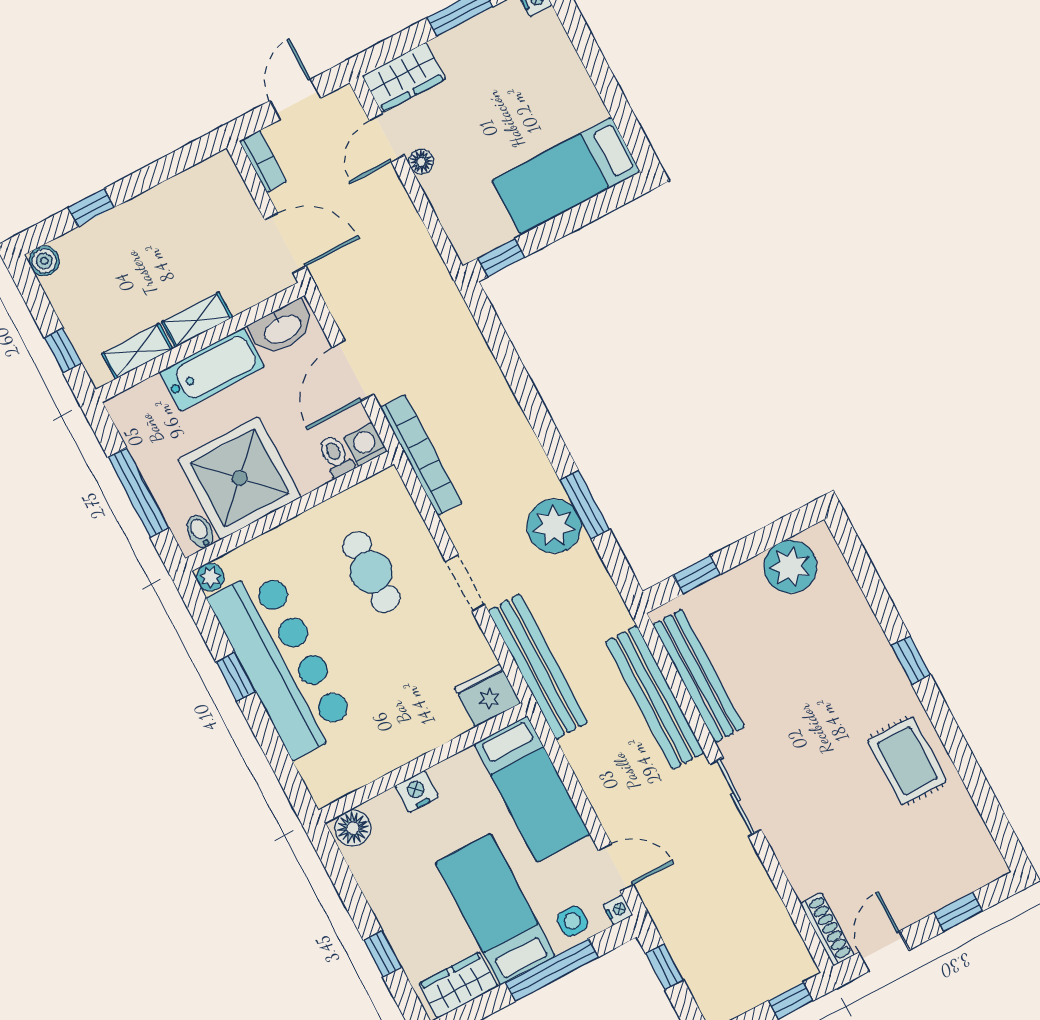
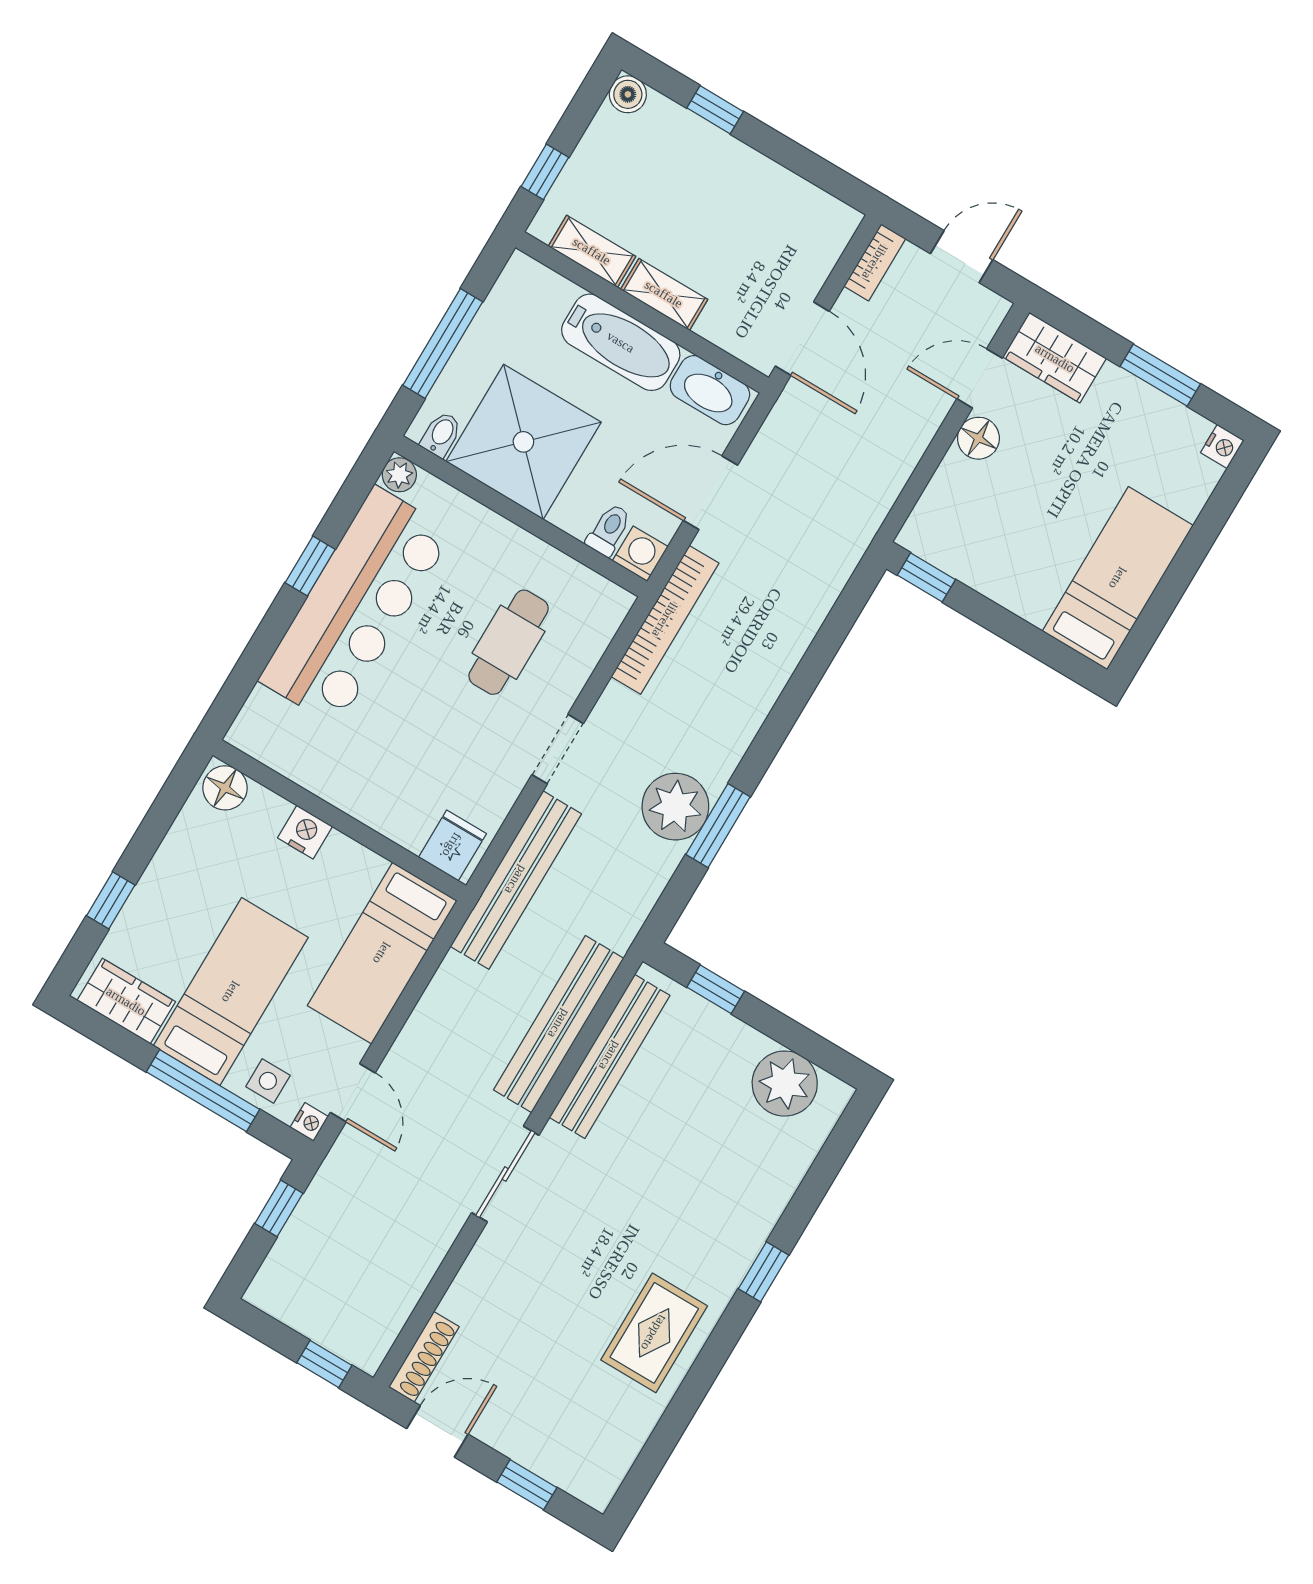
floor lamp: (421, 162) -> (978, 438), width x1.37, depth x1.37
bed: (566, 176) -> (1118, 578), moved, turned 90
fridge: (488, 696) -> (452, 845), width x0.72

